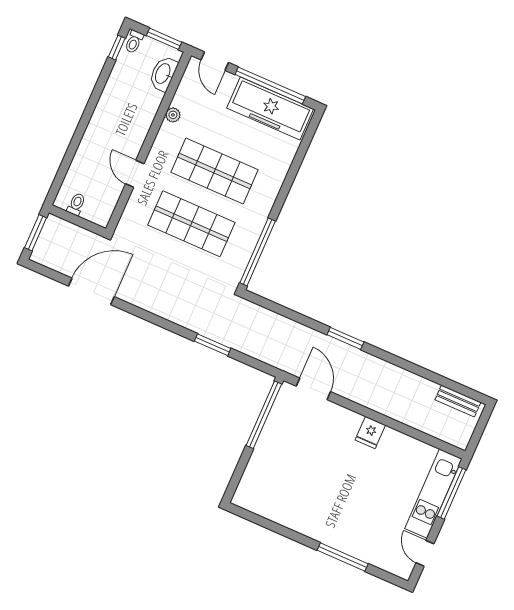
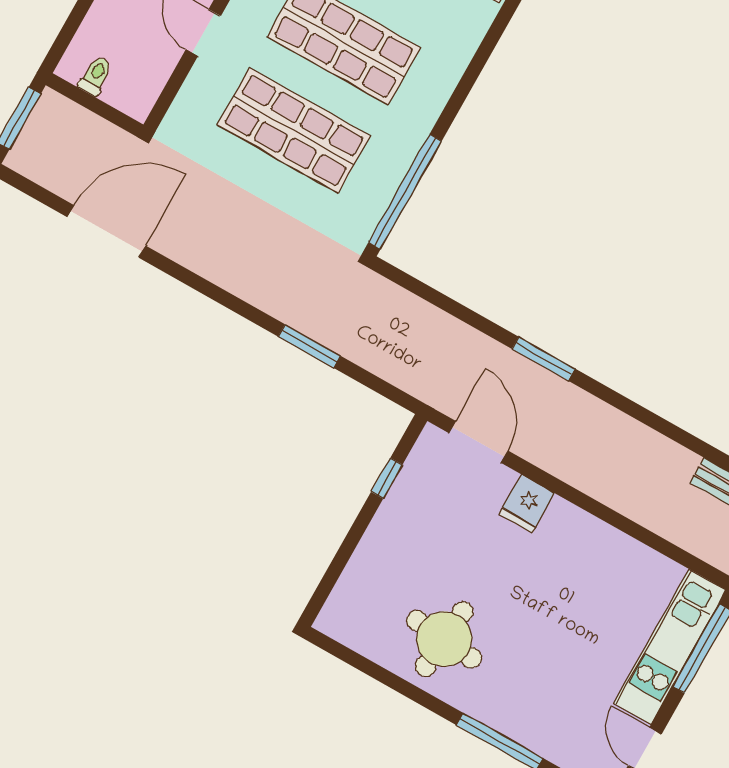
window: (264, 415) -> (387, 478), width x0.32
fridge: (370, 432) -> (527, 504), moved
round table: (305, 502) -> (444, 639), added

